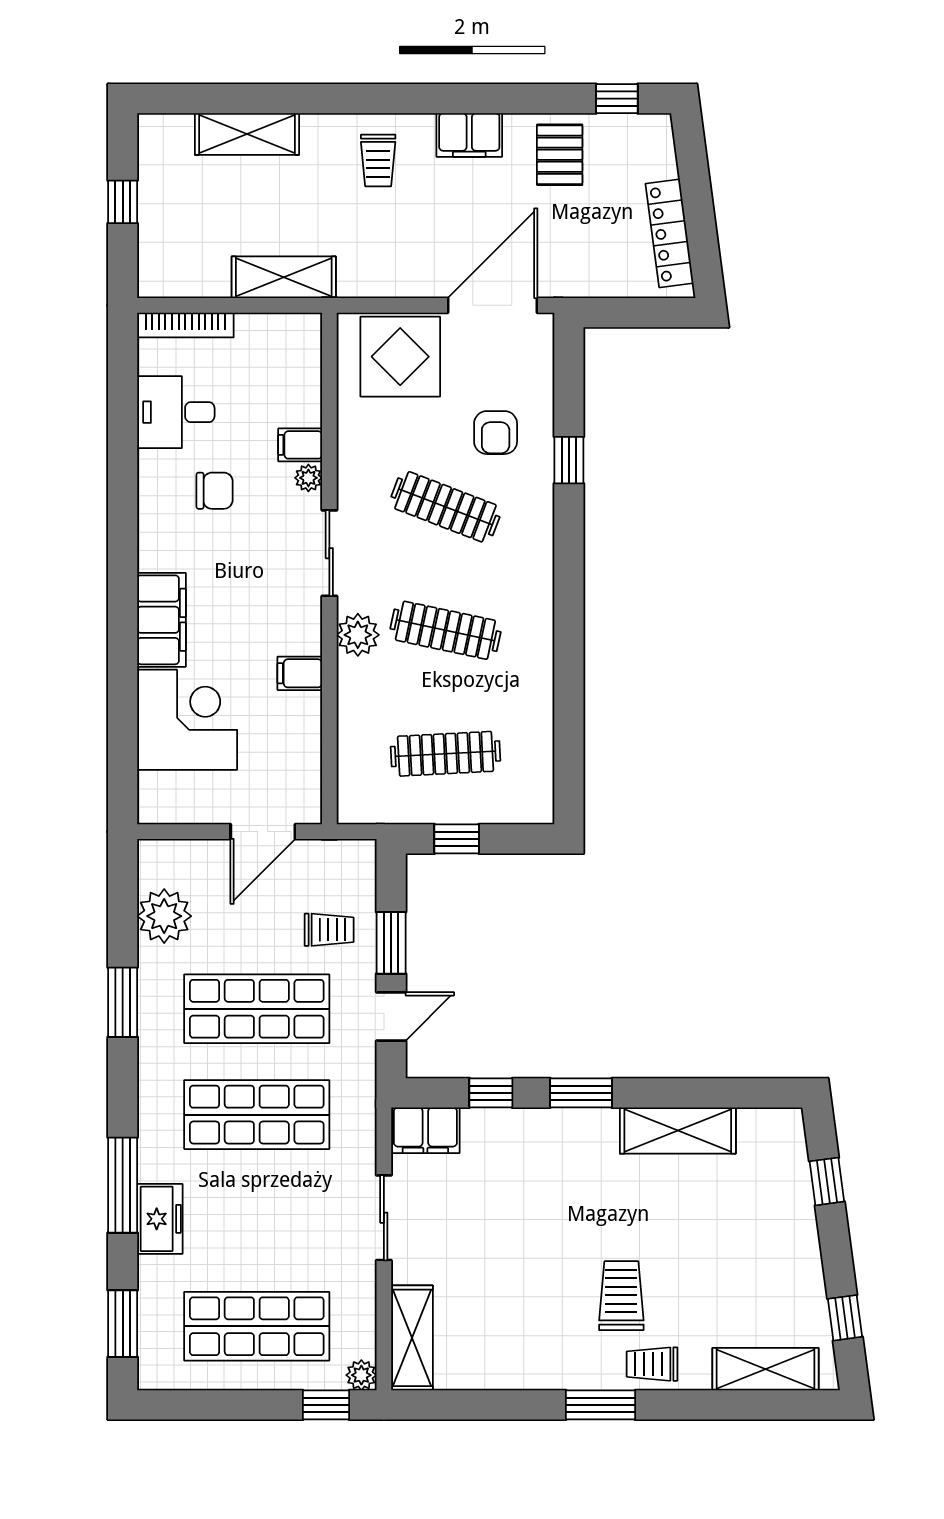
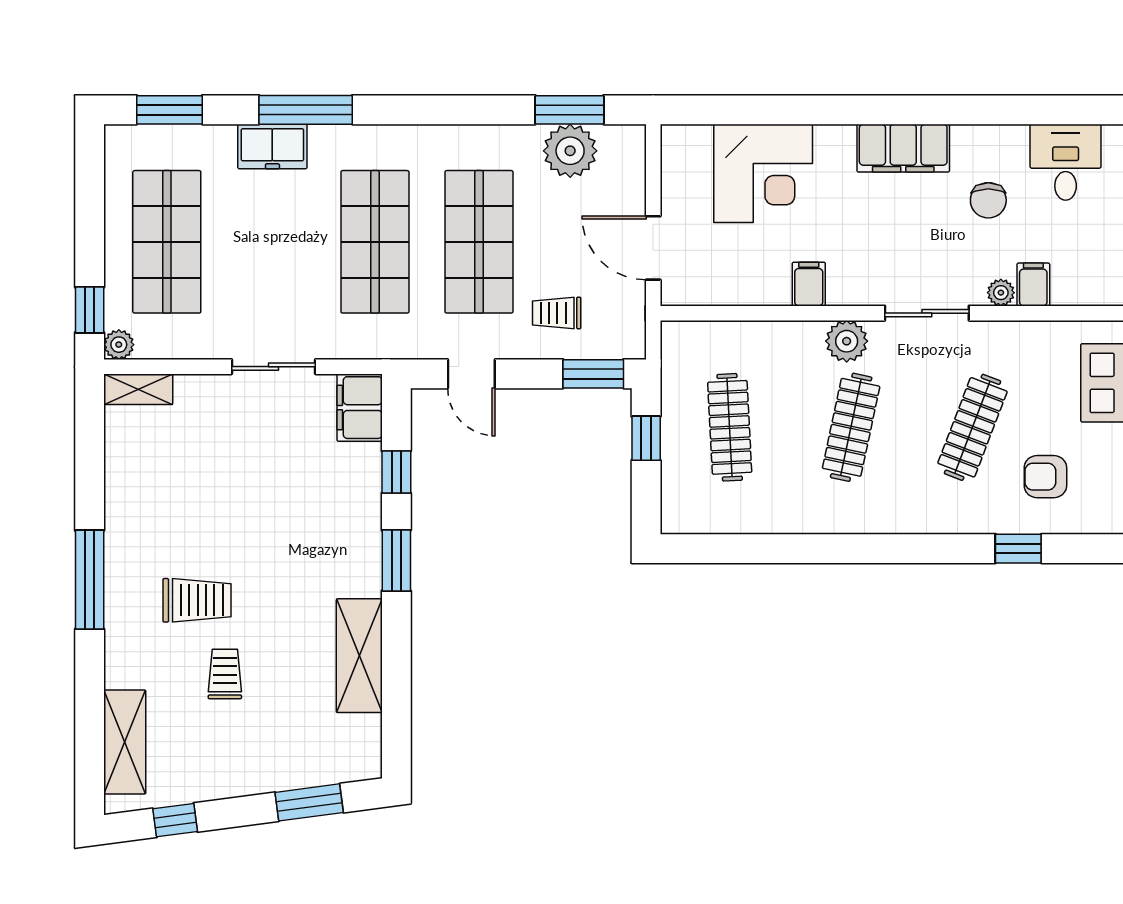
filing cabinet: (161, 620) -> (903, 148), moved
trolley: (329, 930) -> (557, 313), turned 90
window: (391, 943) -> (593, 374), moved
window: (123, 1002) -> (569, 110), moved
window: (827, 1181) -> (309, 802), width x1.50
shelving: (412, 1338) -> (138, 389), width x0.67, depth x0.75
trolley: (652, 1364) -> (225, 674), moved
window: (600, 1405) -> (90, 580), width x1.44

